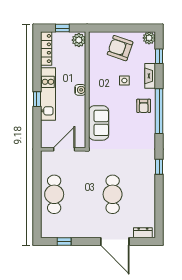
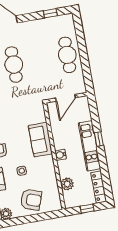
plant: (79, 40) -> (67, 184), moved
sofa: (99, 123) -> (40, 140), moved

